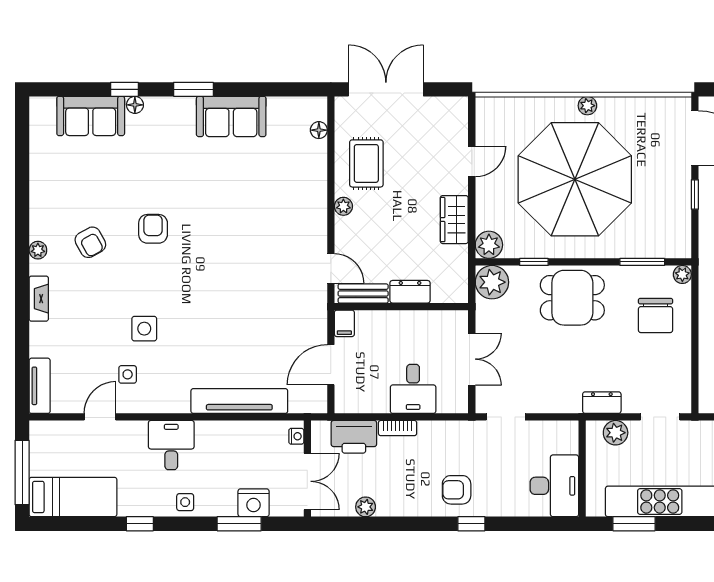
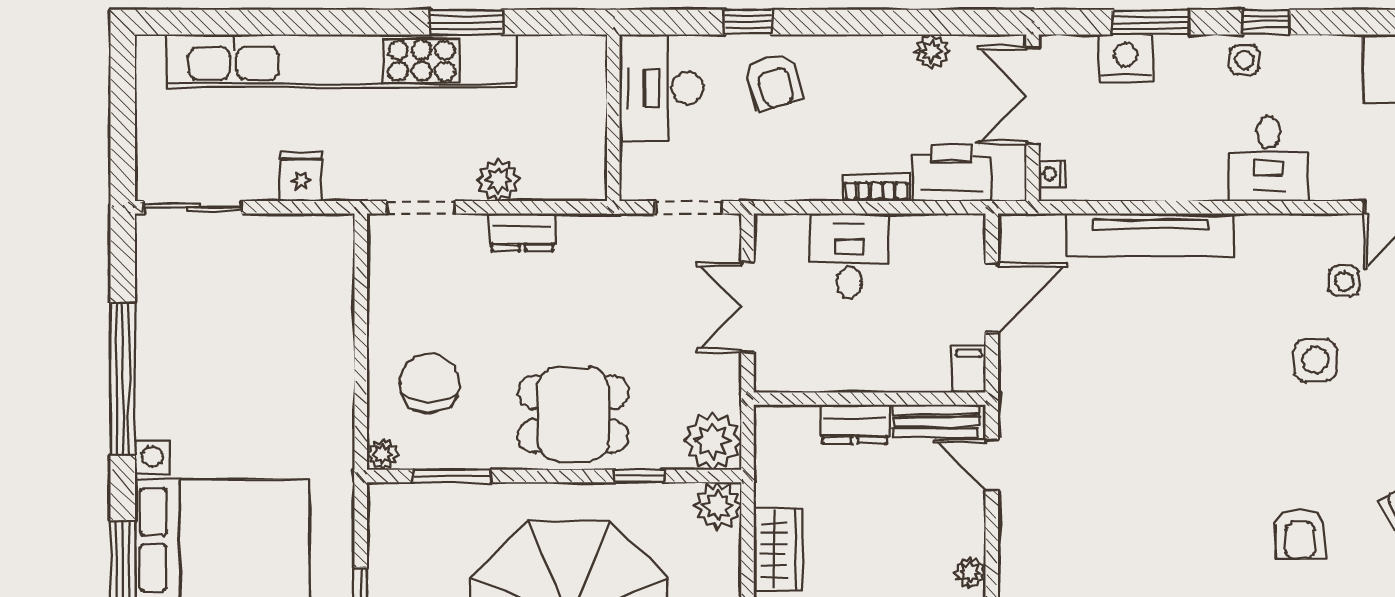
wall: (582, 469) -> (613, 118), moved
desk: (554, 486) -> (661, 88), moved
armchair: (457, 490) -> (774, 81), turned 73
window: (140, 524) -> (1266, 22), moved

